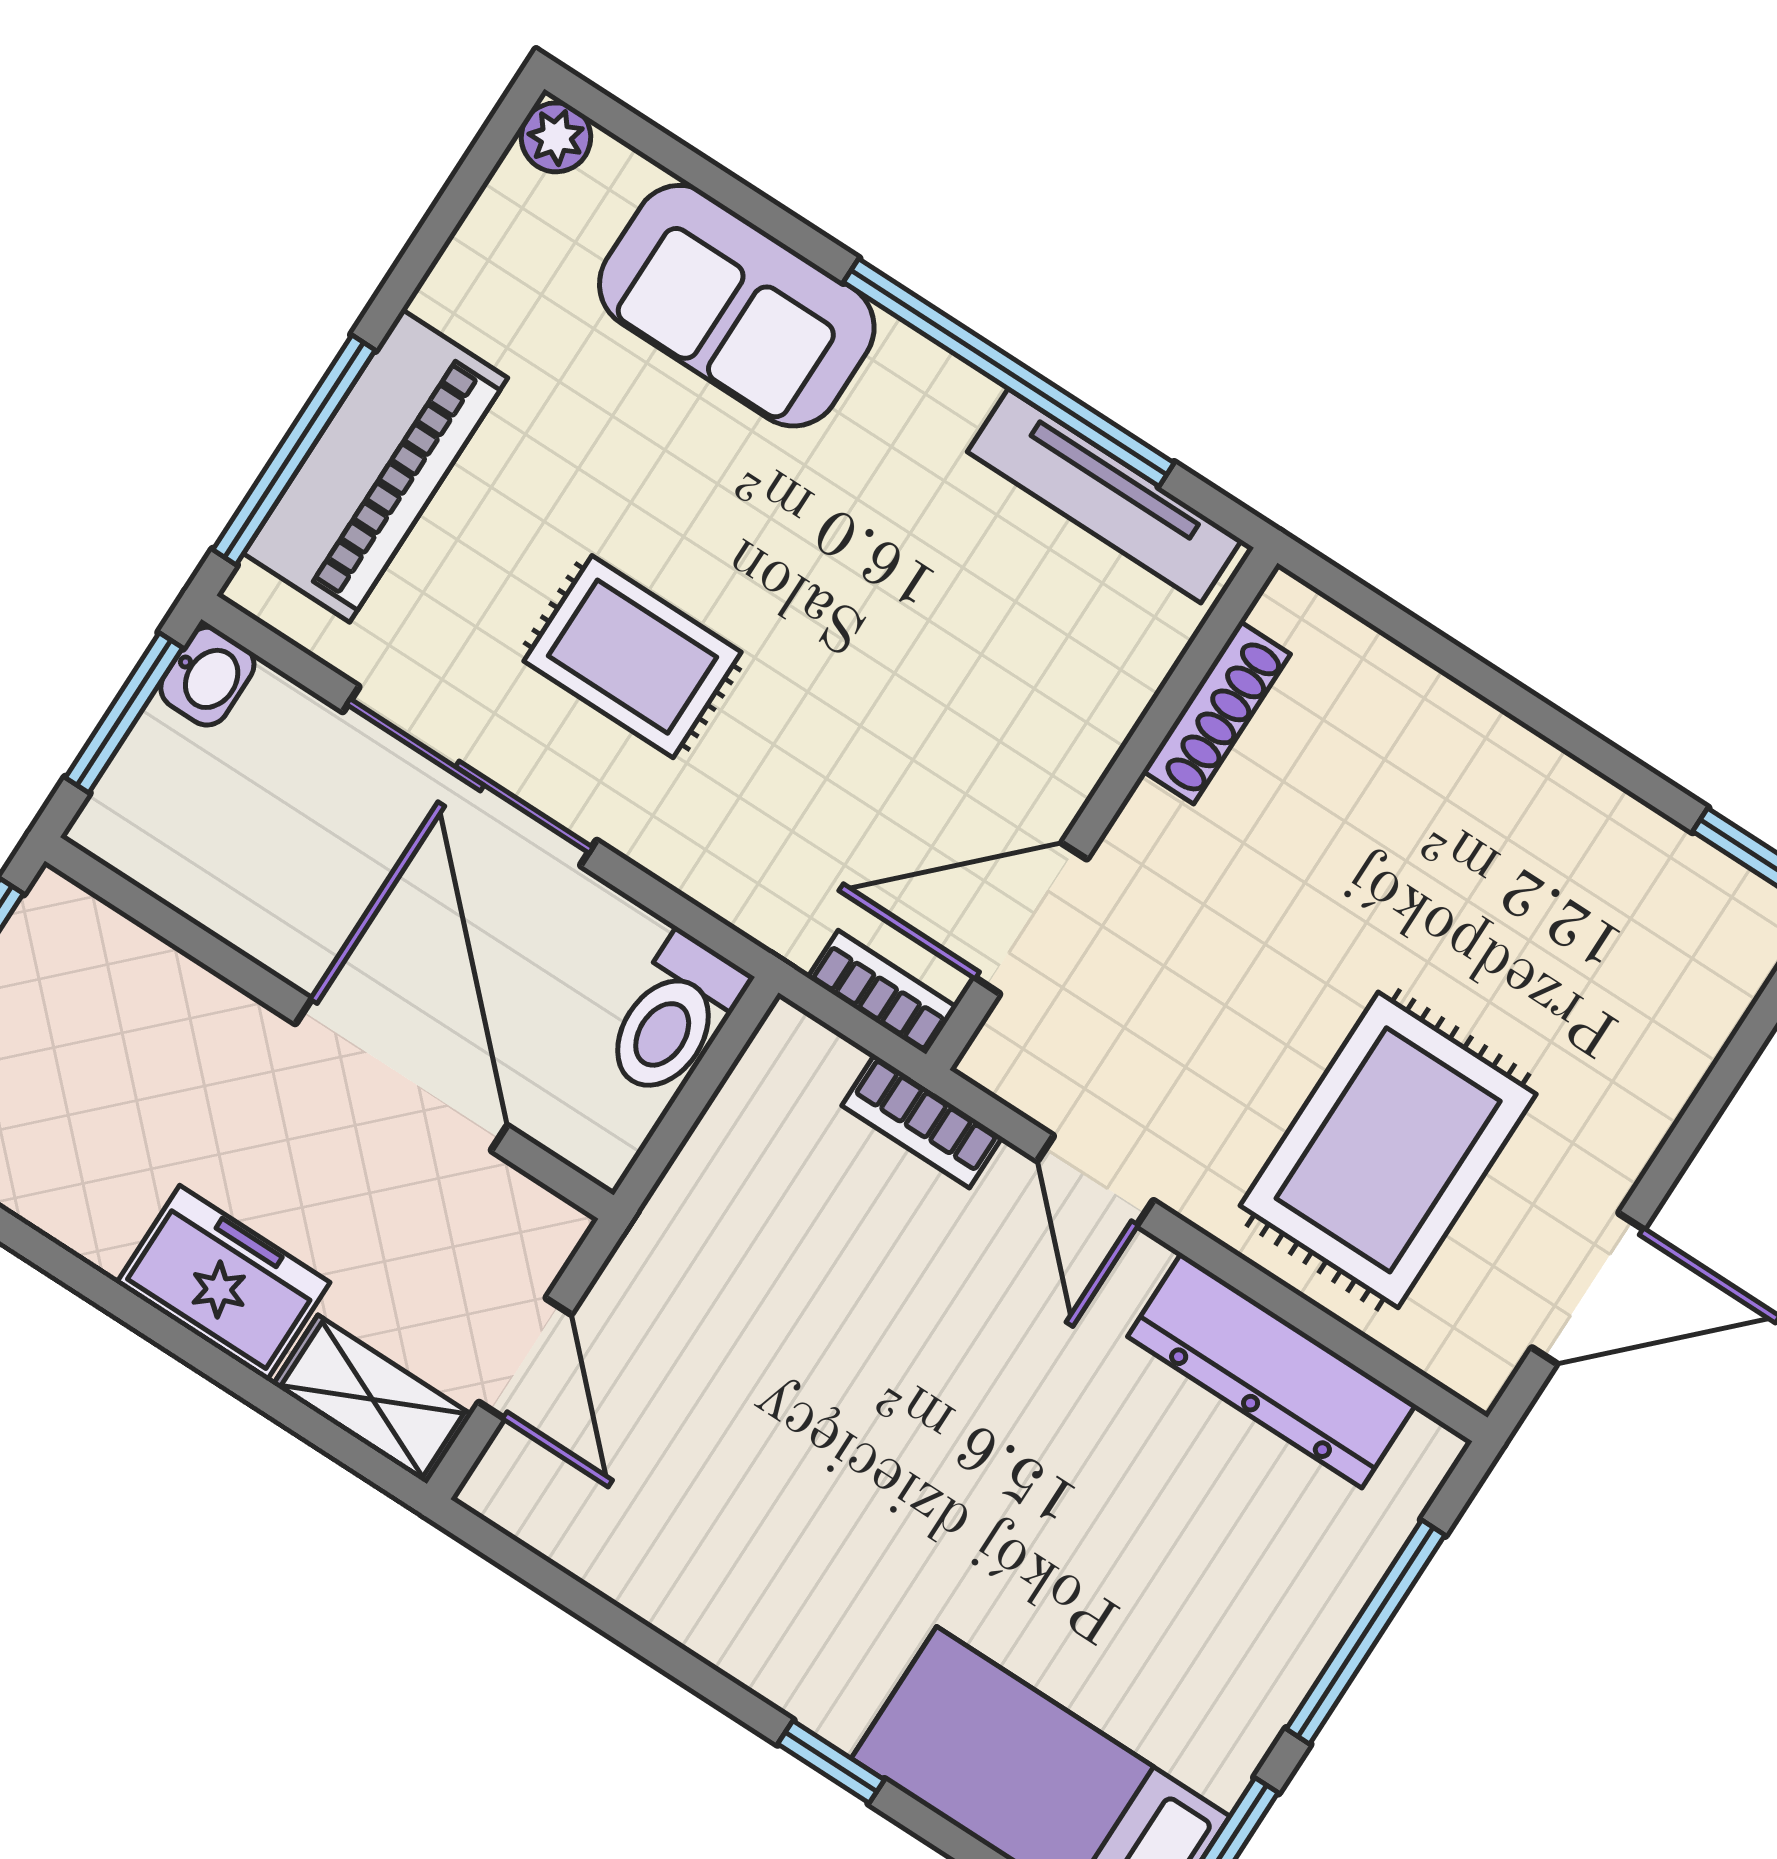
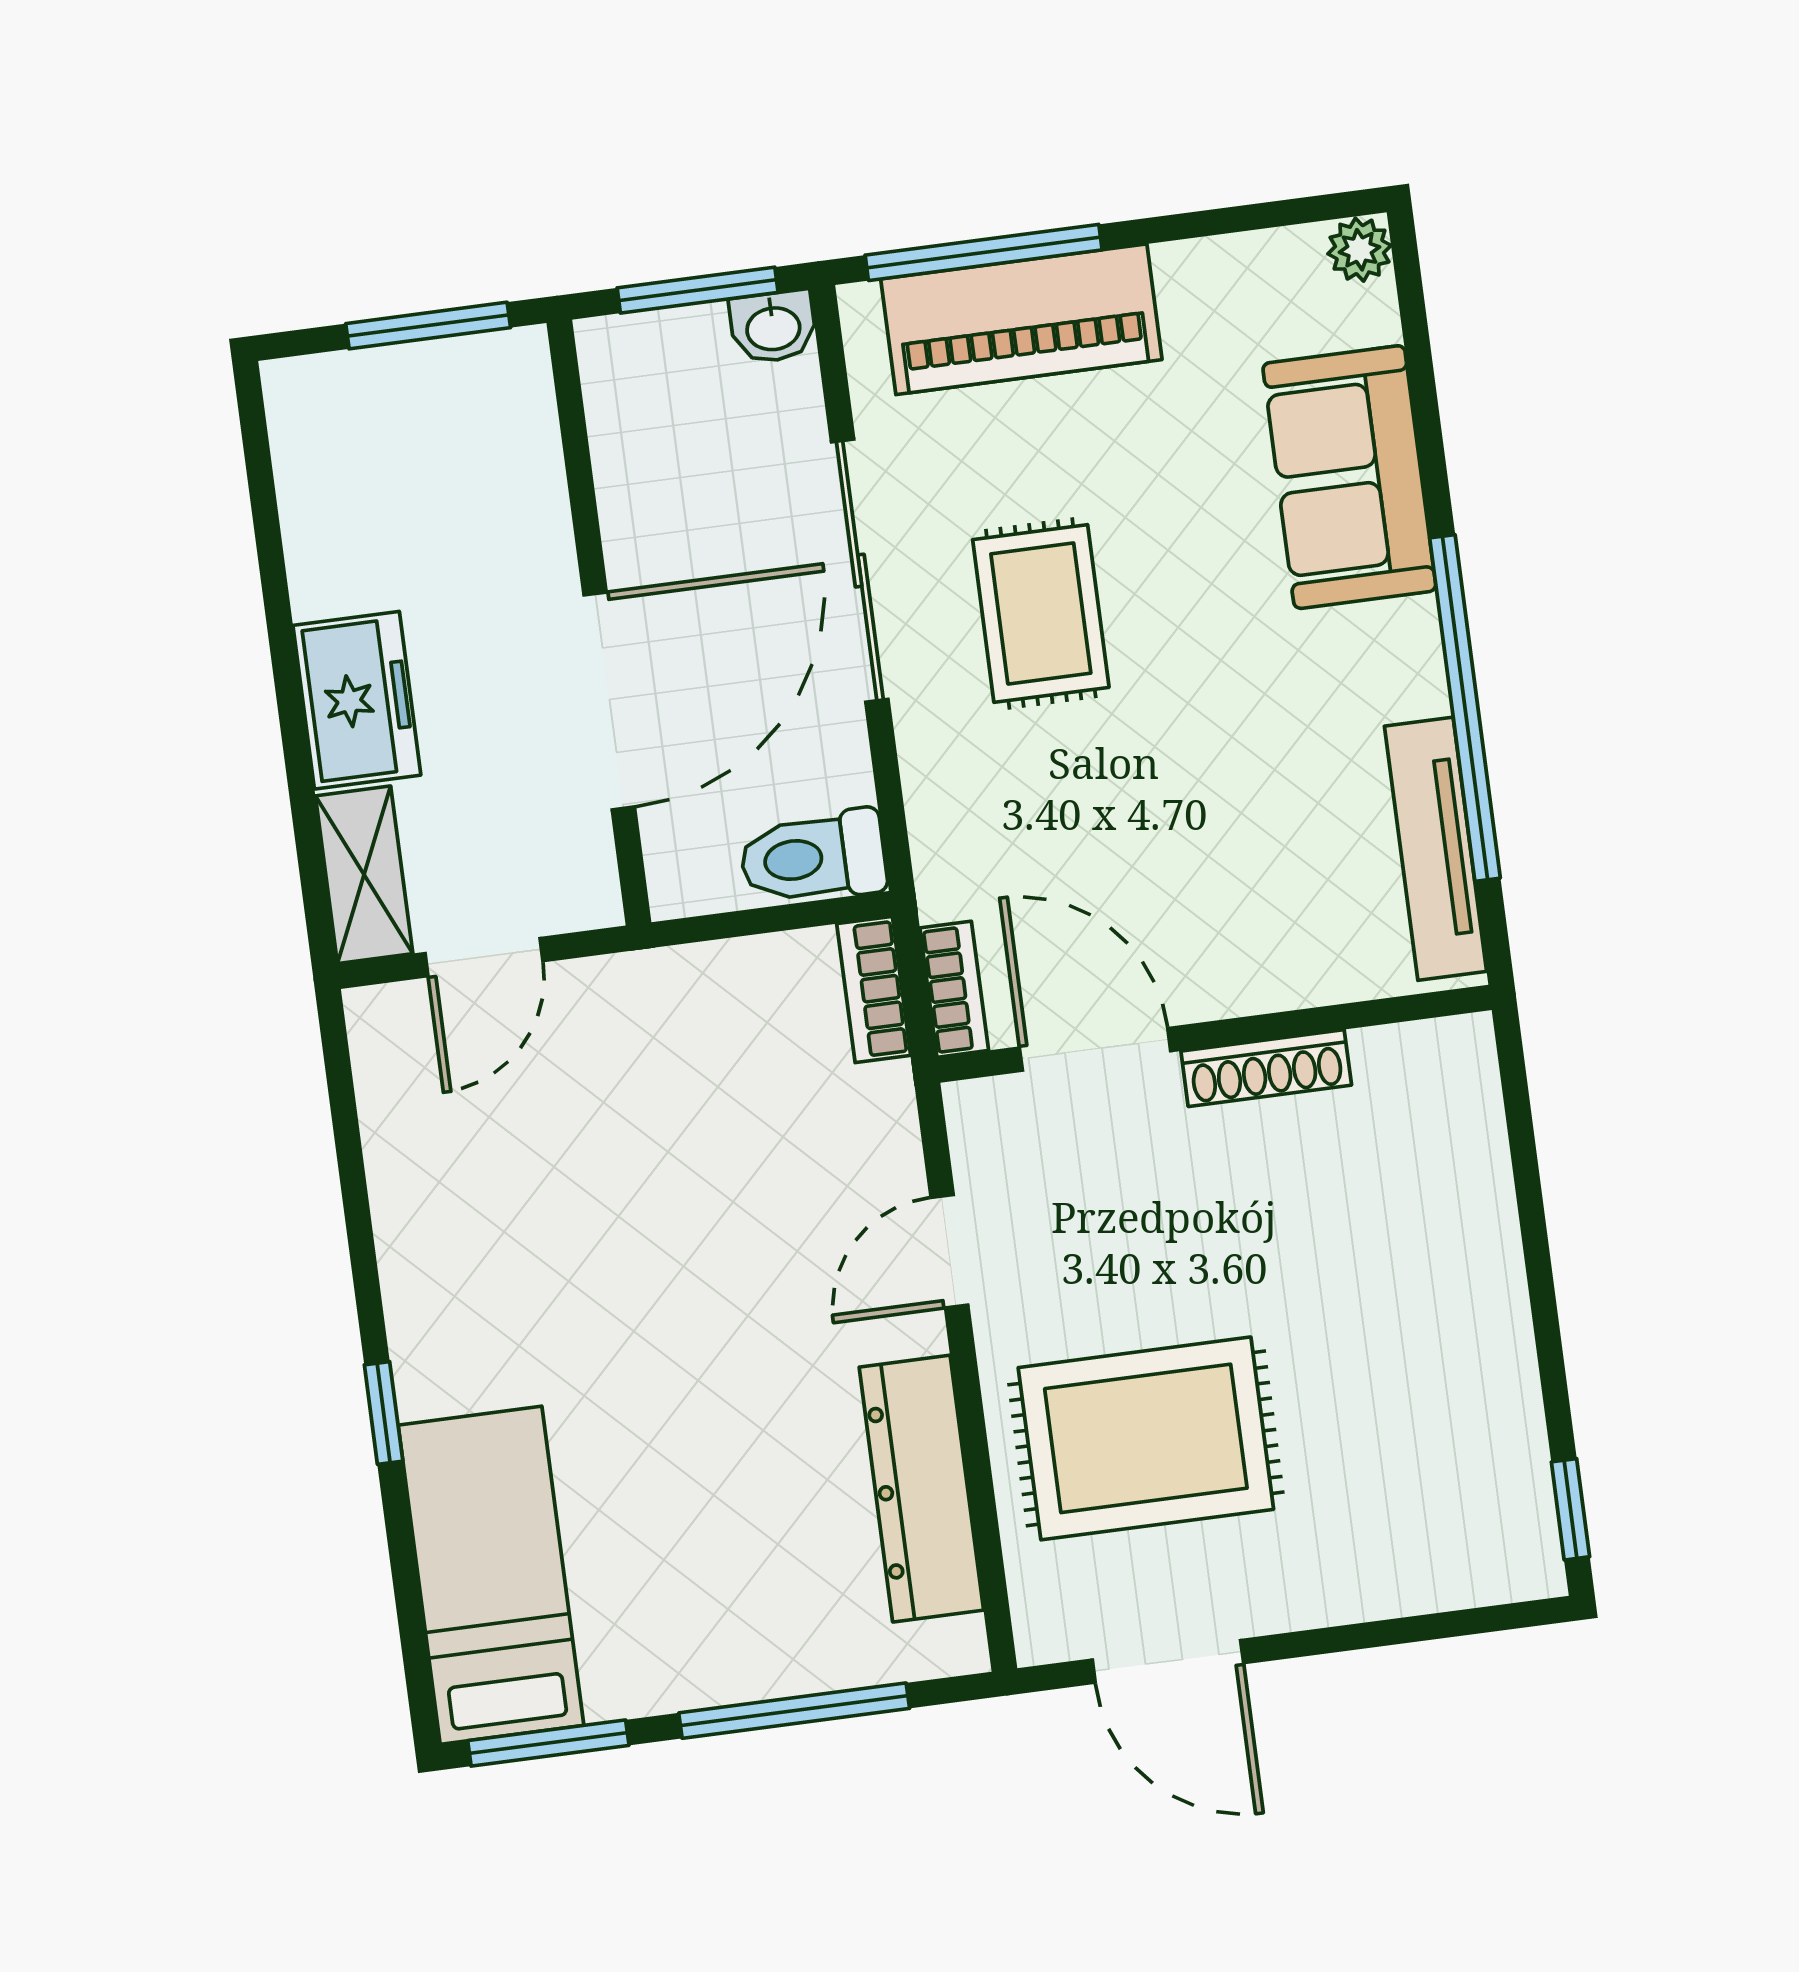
shoe rack: (1217, 713) -> (1266, 1068), moved
bookcase: (922, 1121) -> (874, 990), moved

